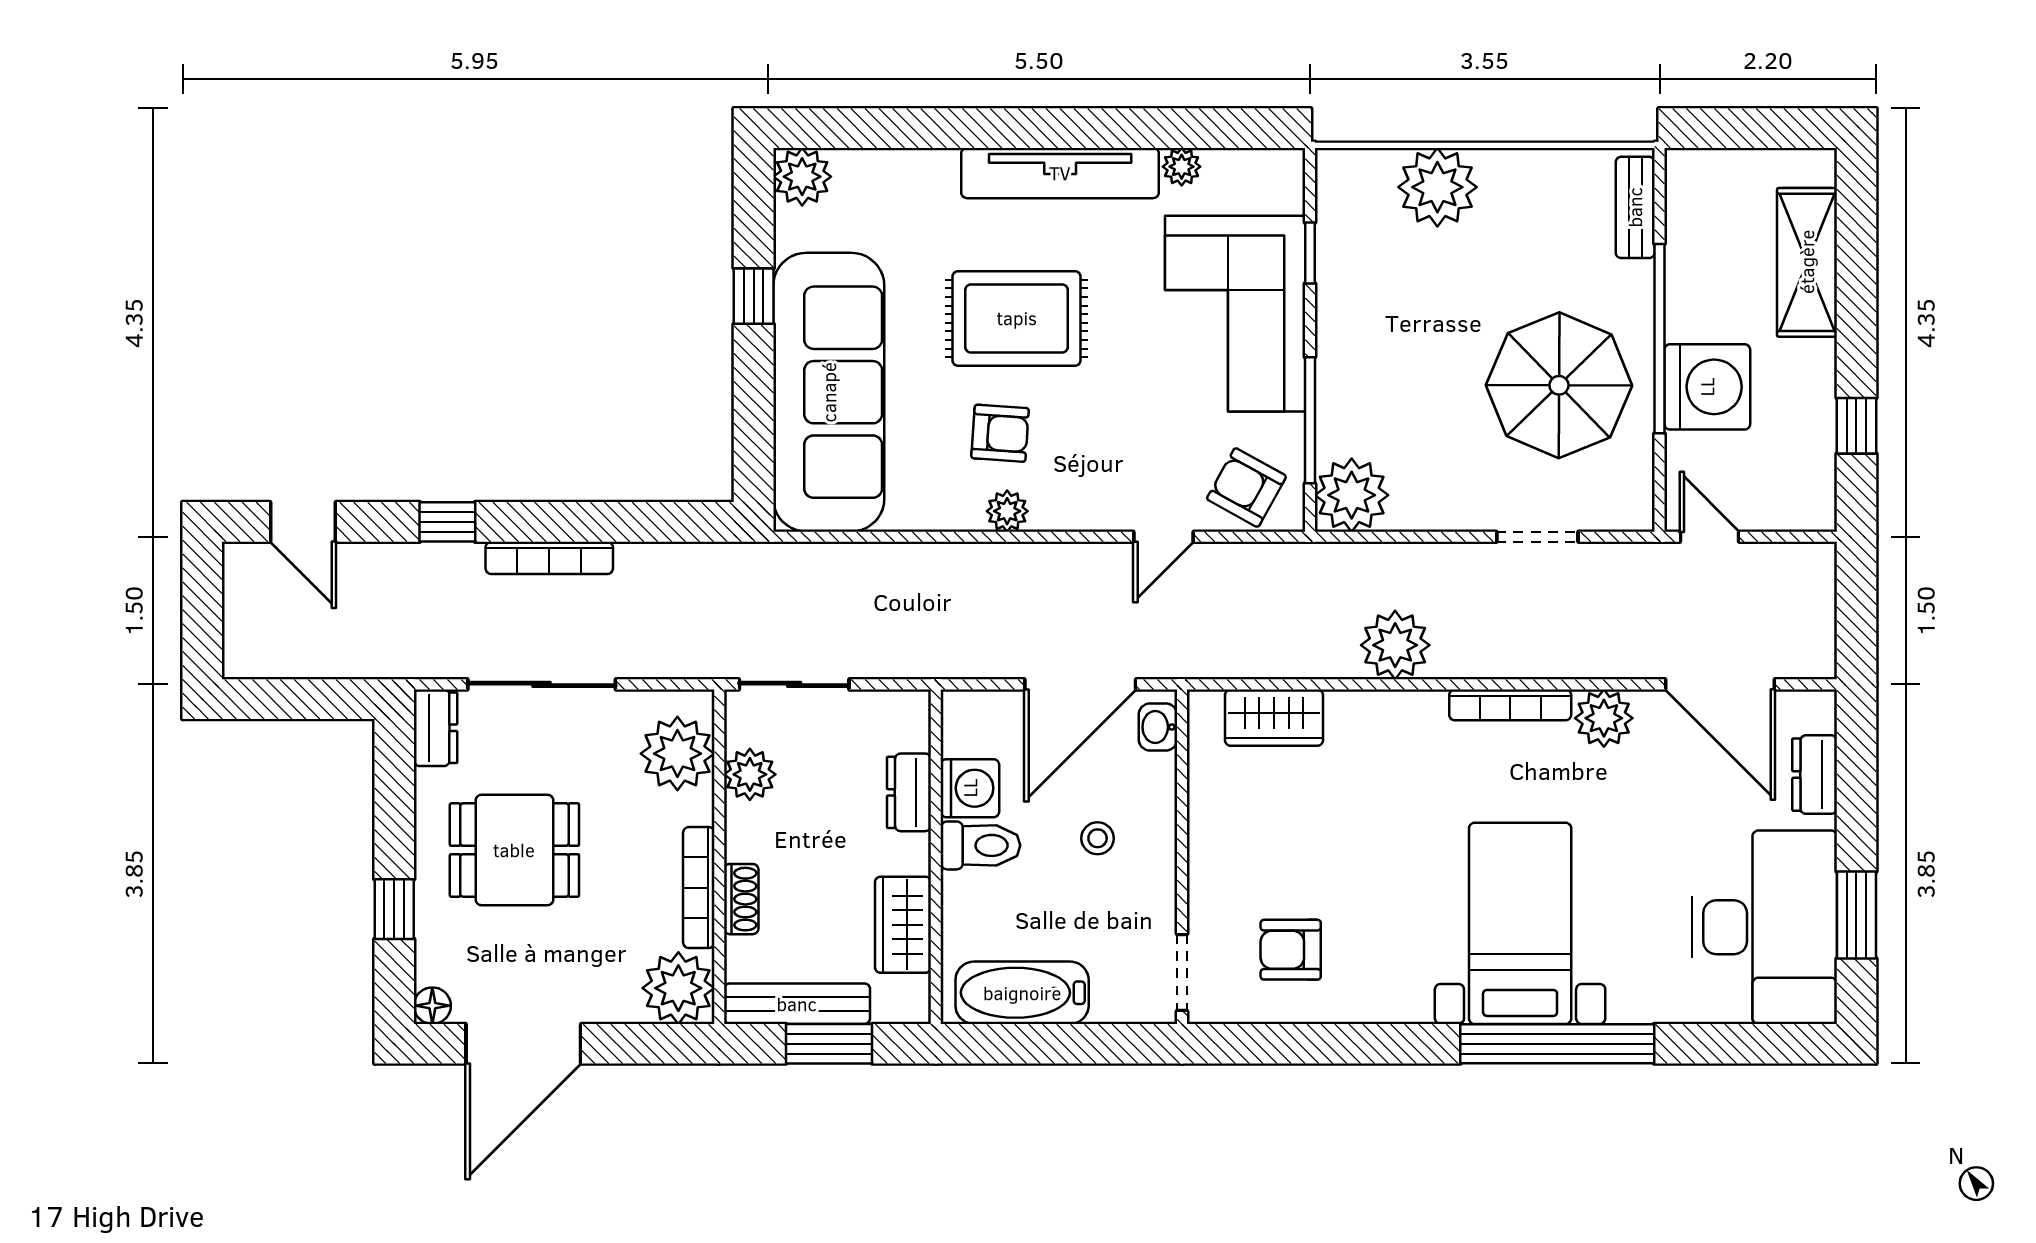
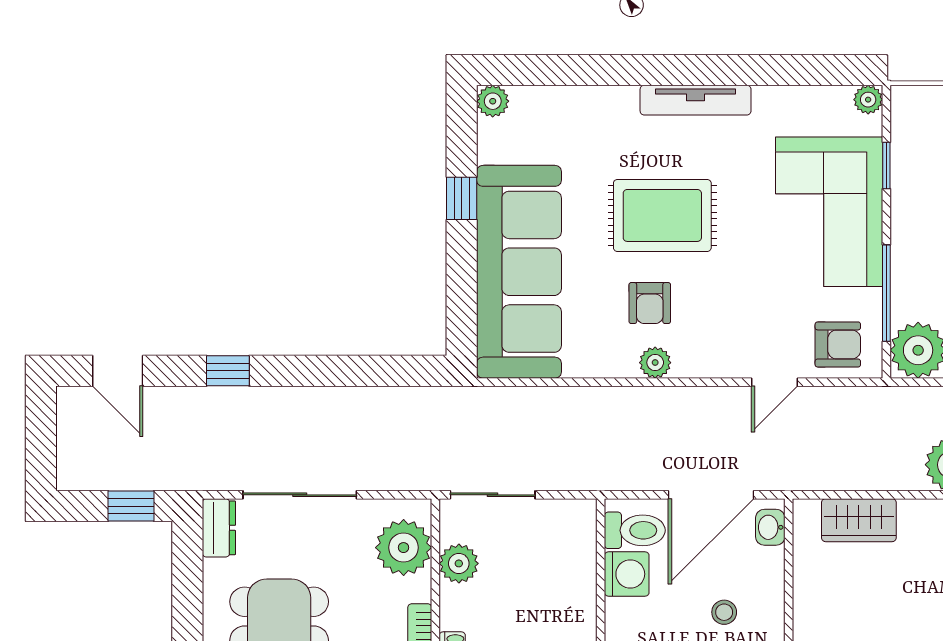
plant: (1182, 167) -> (868, 100), moved
tv unit: (1060, 173) -> (696, 100), width x0.73, depth x0.78
plant: (802, 177) -> (493, 101), width x0.73, depth x0.73
armchair: (1000, 433) -> (650, 303), turned 86
armchair: (1246, 488) -> (838, 344), turned 151
bookcase: (549, 558) -> (306, 398), removed
window: (320, 699) -> (131, 506), added
dresser: (909, 792) -> (580, 577), removed
toilet: (980, 845) -> (635, 530), moved

